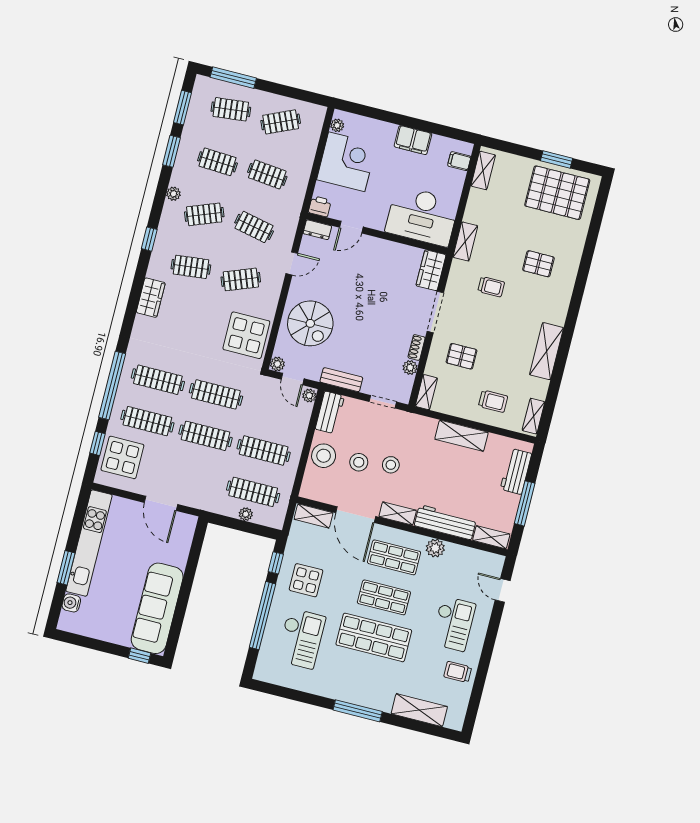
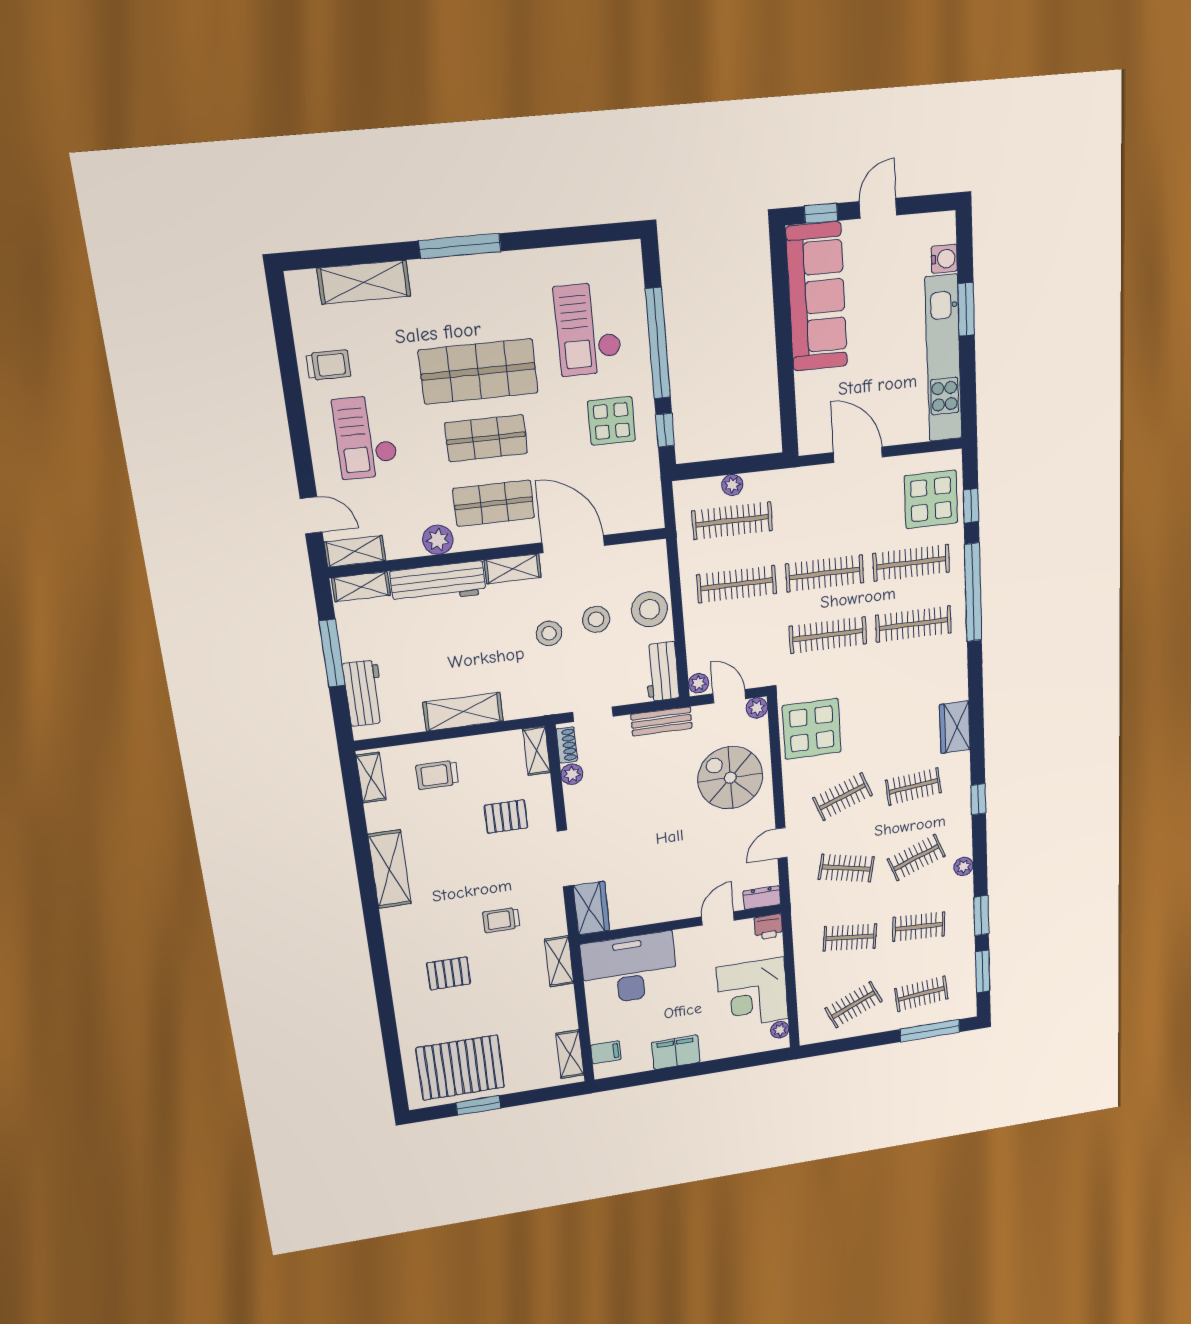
shoe rack: (417, 347) -> (567, 745), moved
shelving: (314, 516) -> (355, 551), moved
door: (104, 647) -> (878, 208), added

